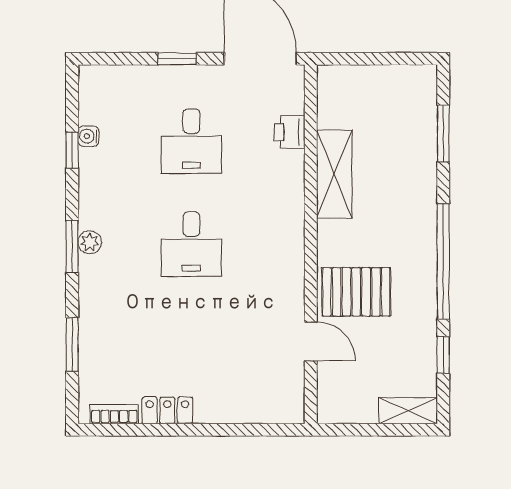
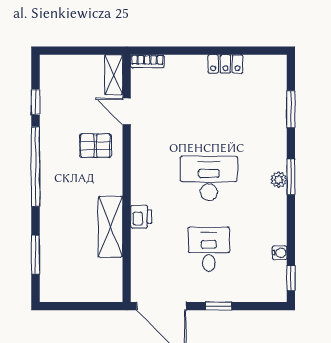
printer: (290, 132) -> (141, 217), moved
window: (72, 150) -> (291, 278), moved
desk: (191, 244) -> (209, 178), width x1.37
pallet: (356, 292) -> (95, 146), width x0.67, depth x0.71
shelving: (408, 411) -> (114, 75), moved, turned 90
bookcase: (114, 414) -> (147, 61), moved

